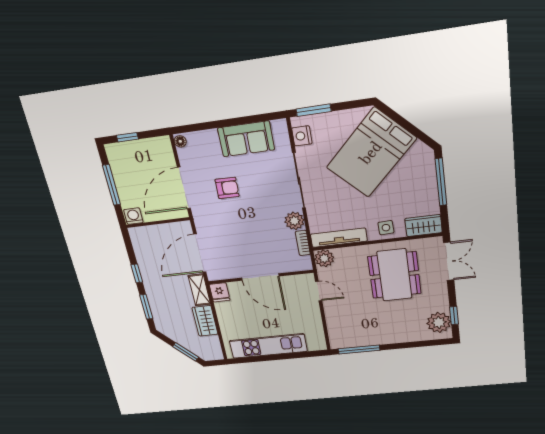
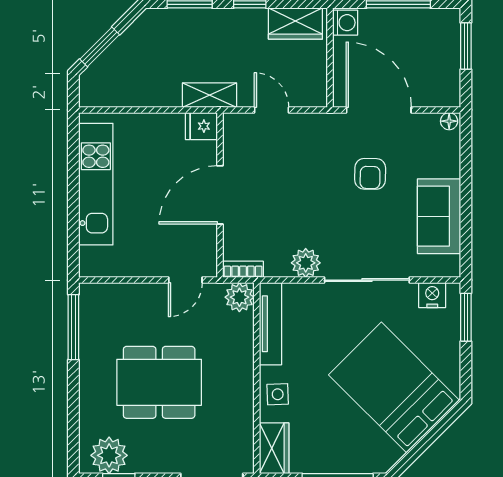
window: (127, 137) -> (466, 46), width x1.50
bookcase: (303, 243) -> (243, 269), moved
door: (200, 253) -> (272, 110), width x0.53
dining table: (394, 275) -> (159, 382), moved
wardrobe: (205, 321) -> (295, 24), moved, turned 180

